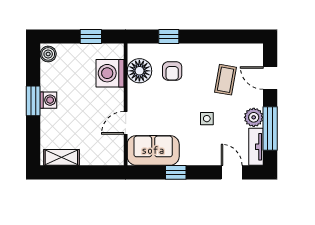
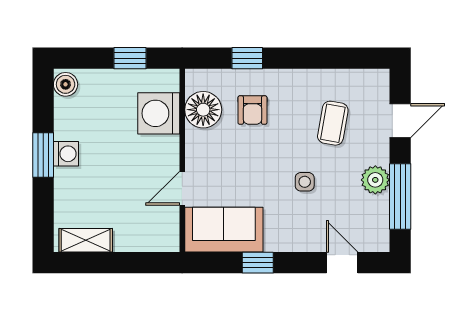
door: (270, 78) -> (400, 121), swing flipped
tv unit: (256, 147) -> (379, 224), removed

